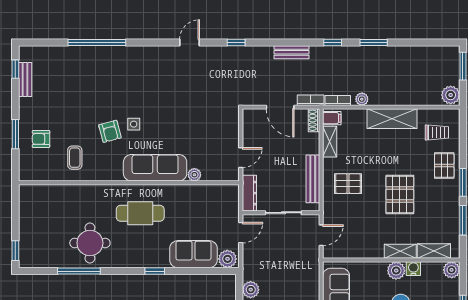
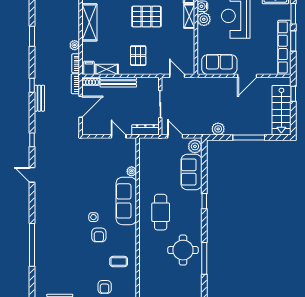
window: (333, 43) -> (32, 85), moved
armchair: (110, 131) -> (99, 235), turned 105
bench: (313, 179) -> (118, 82), moved

